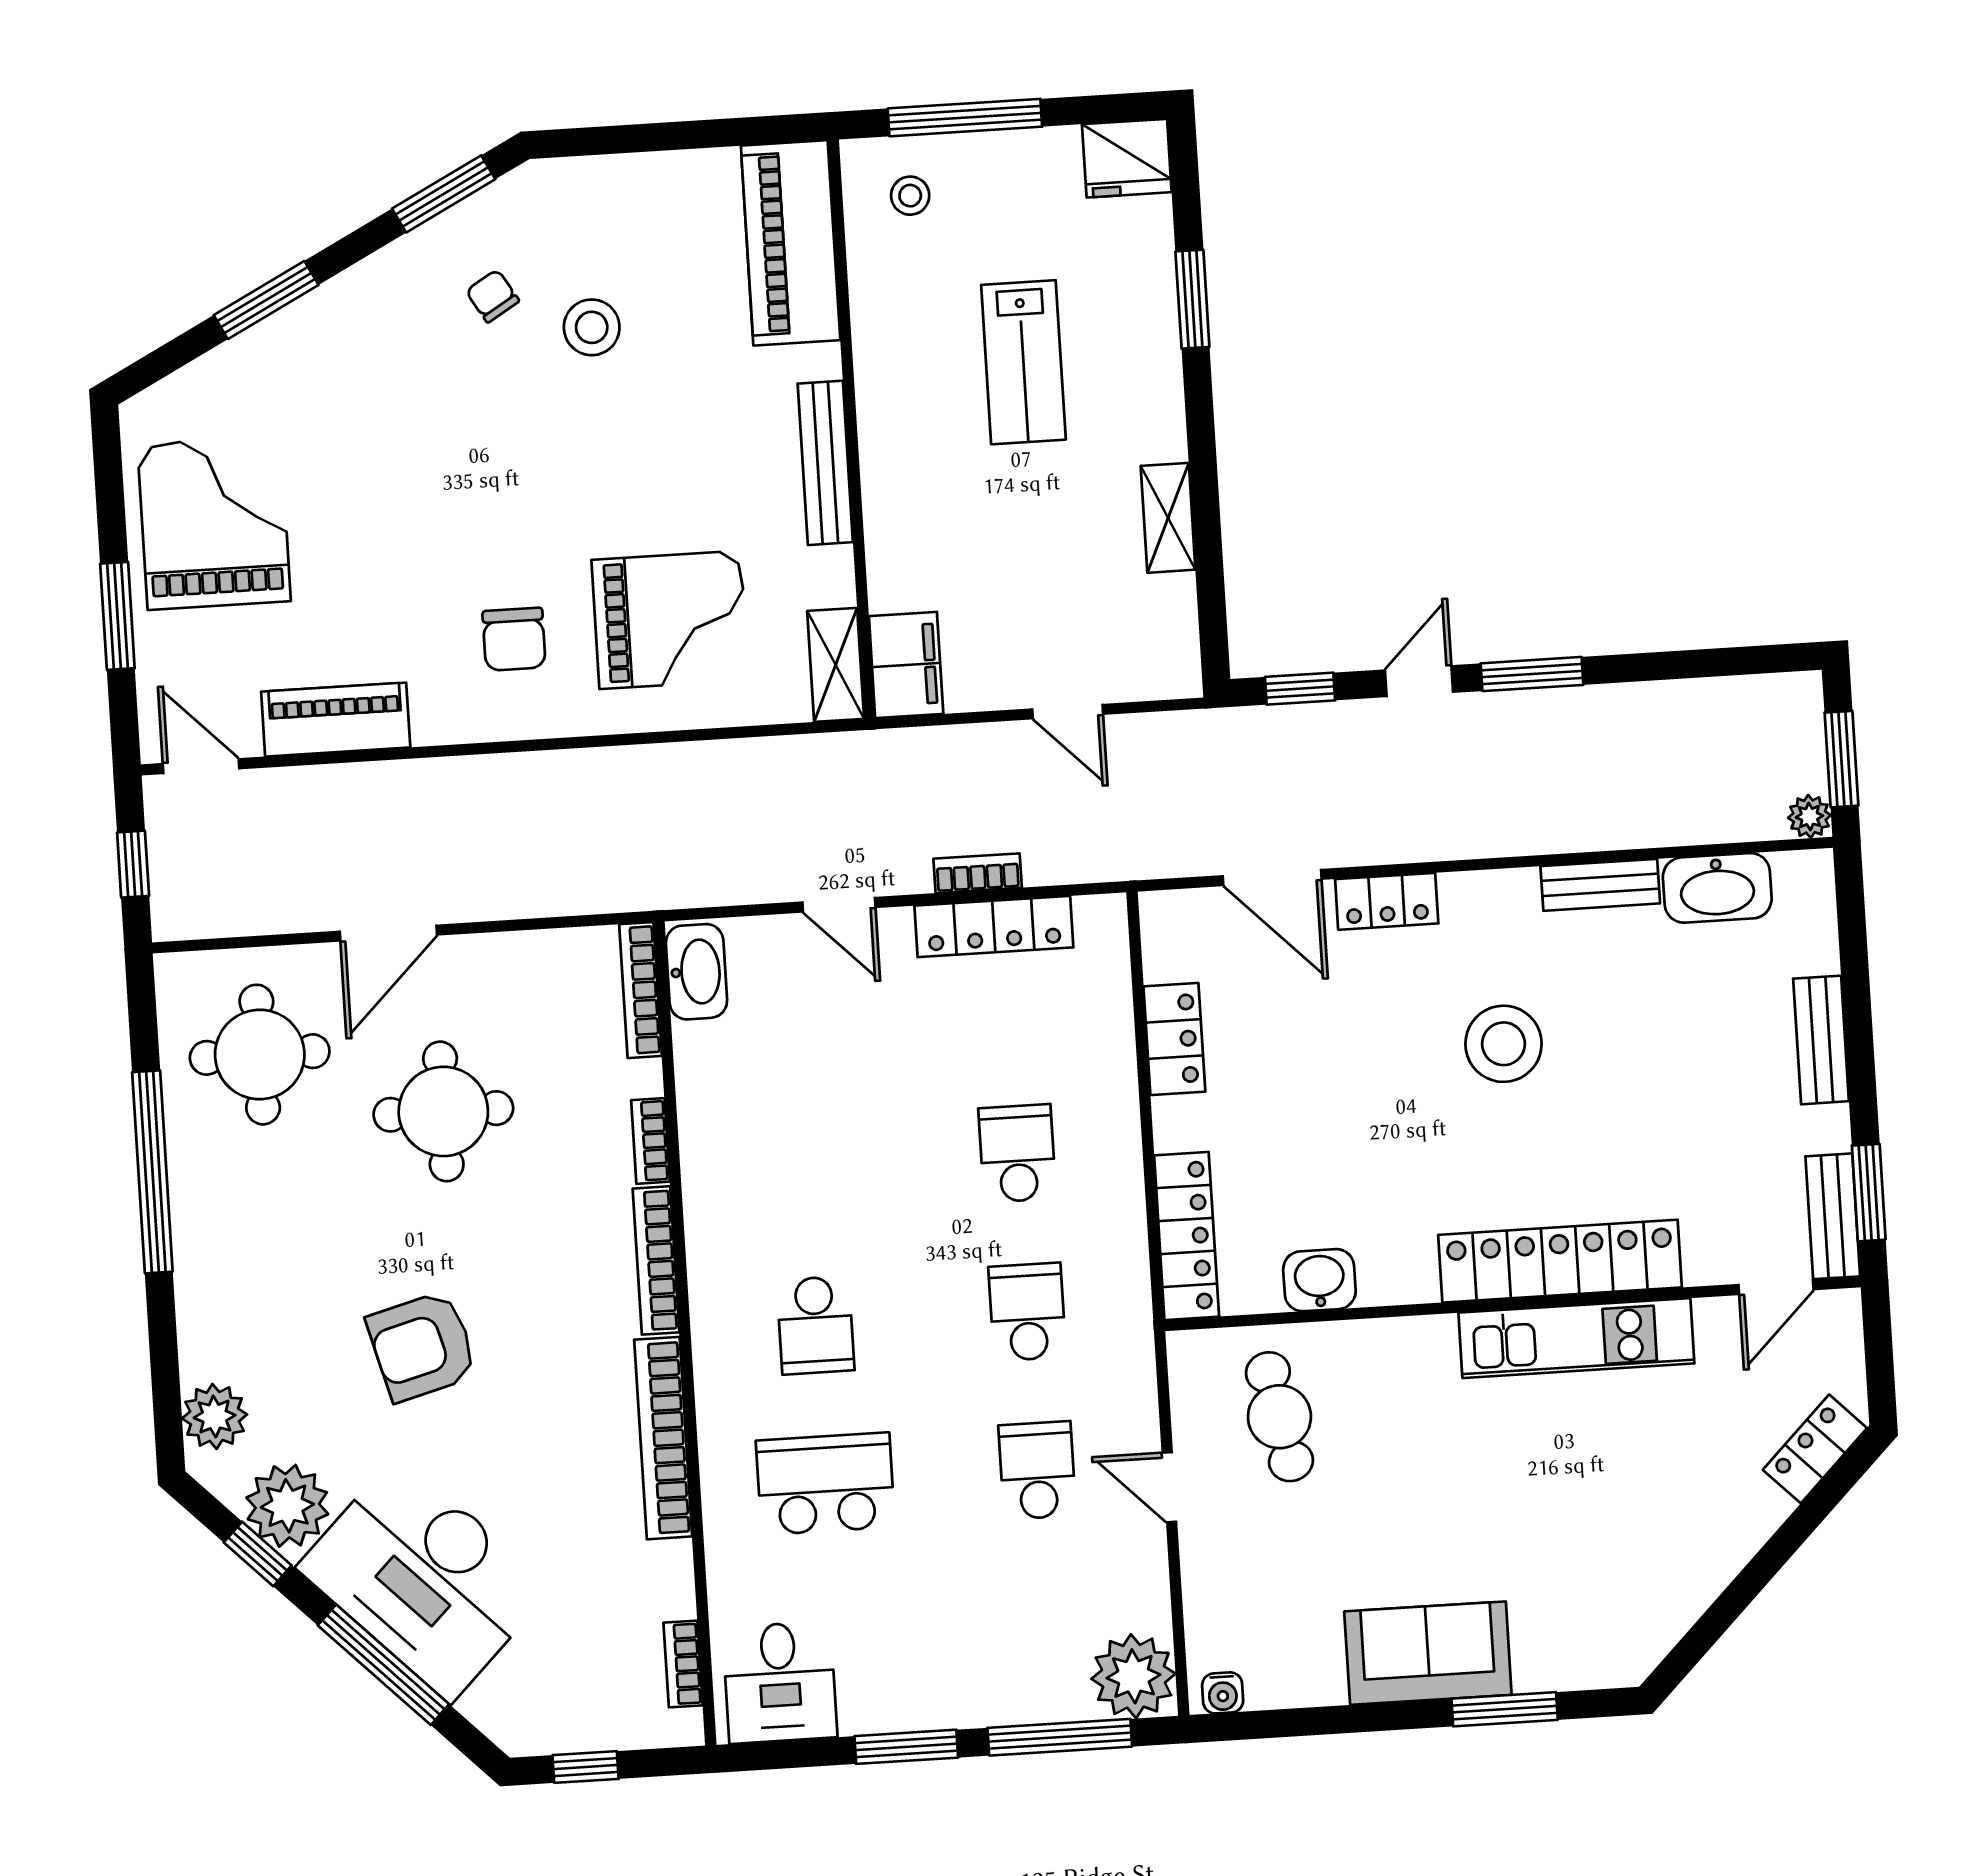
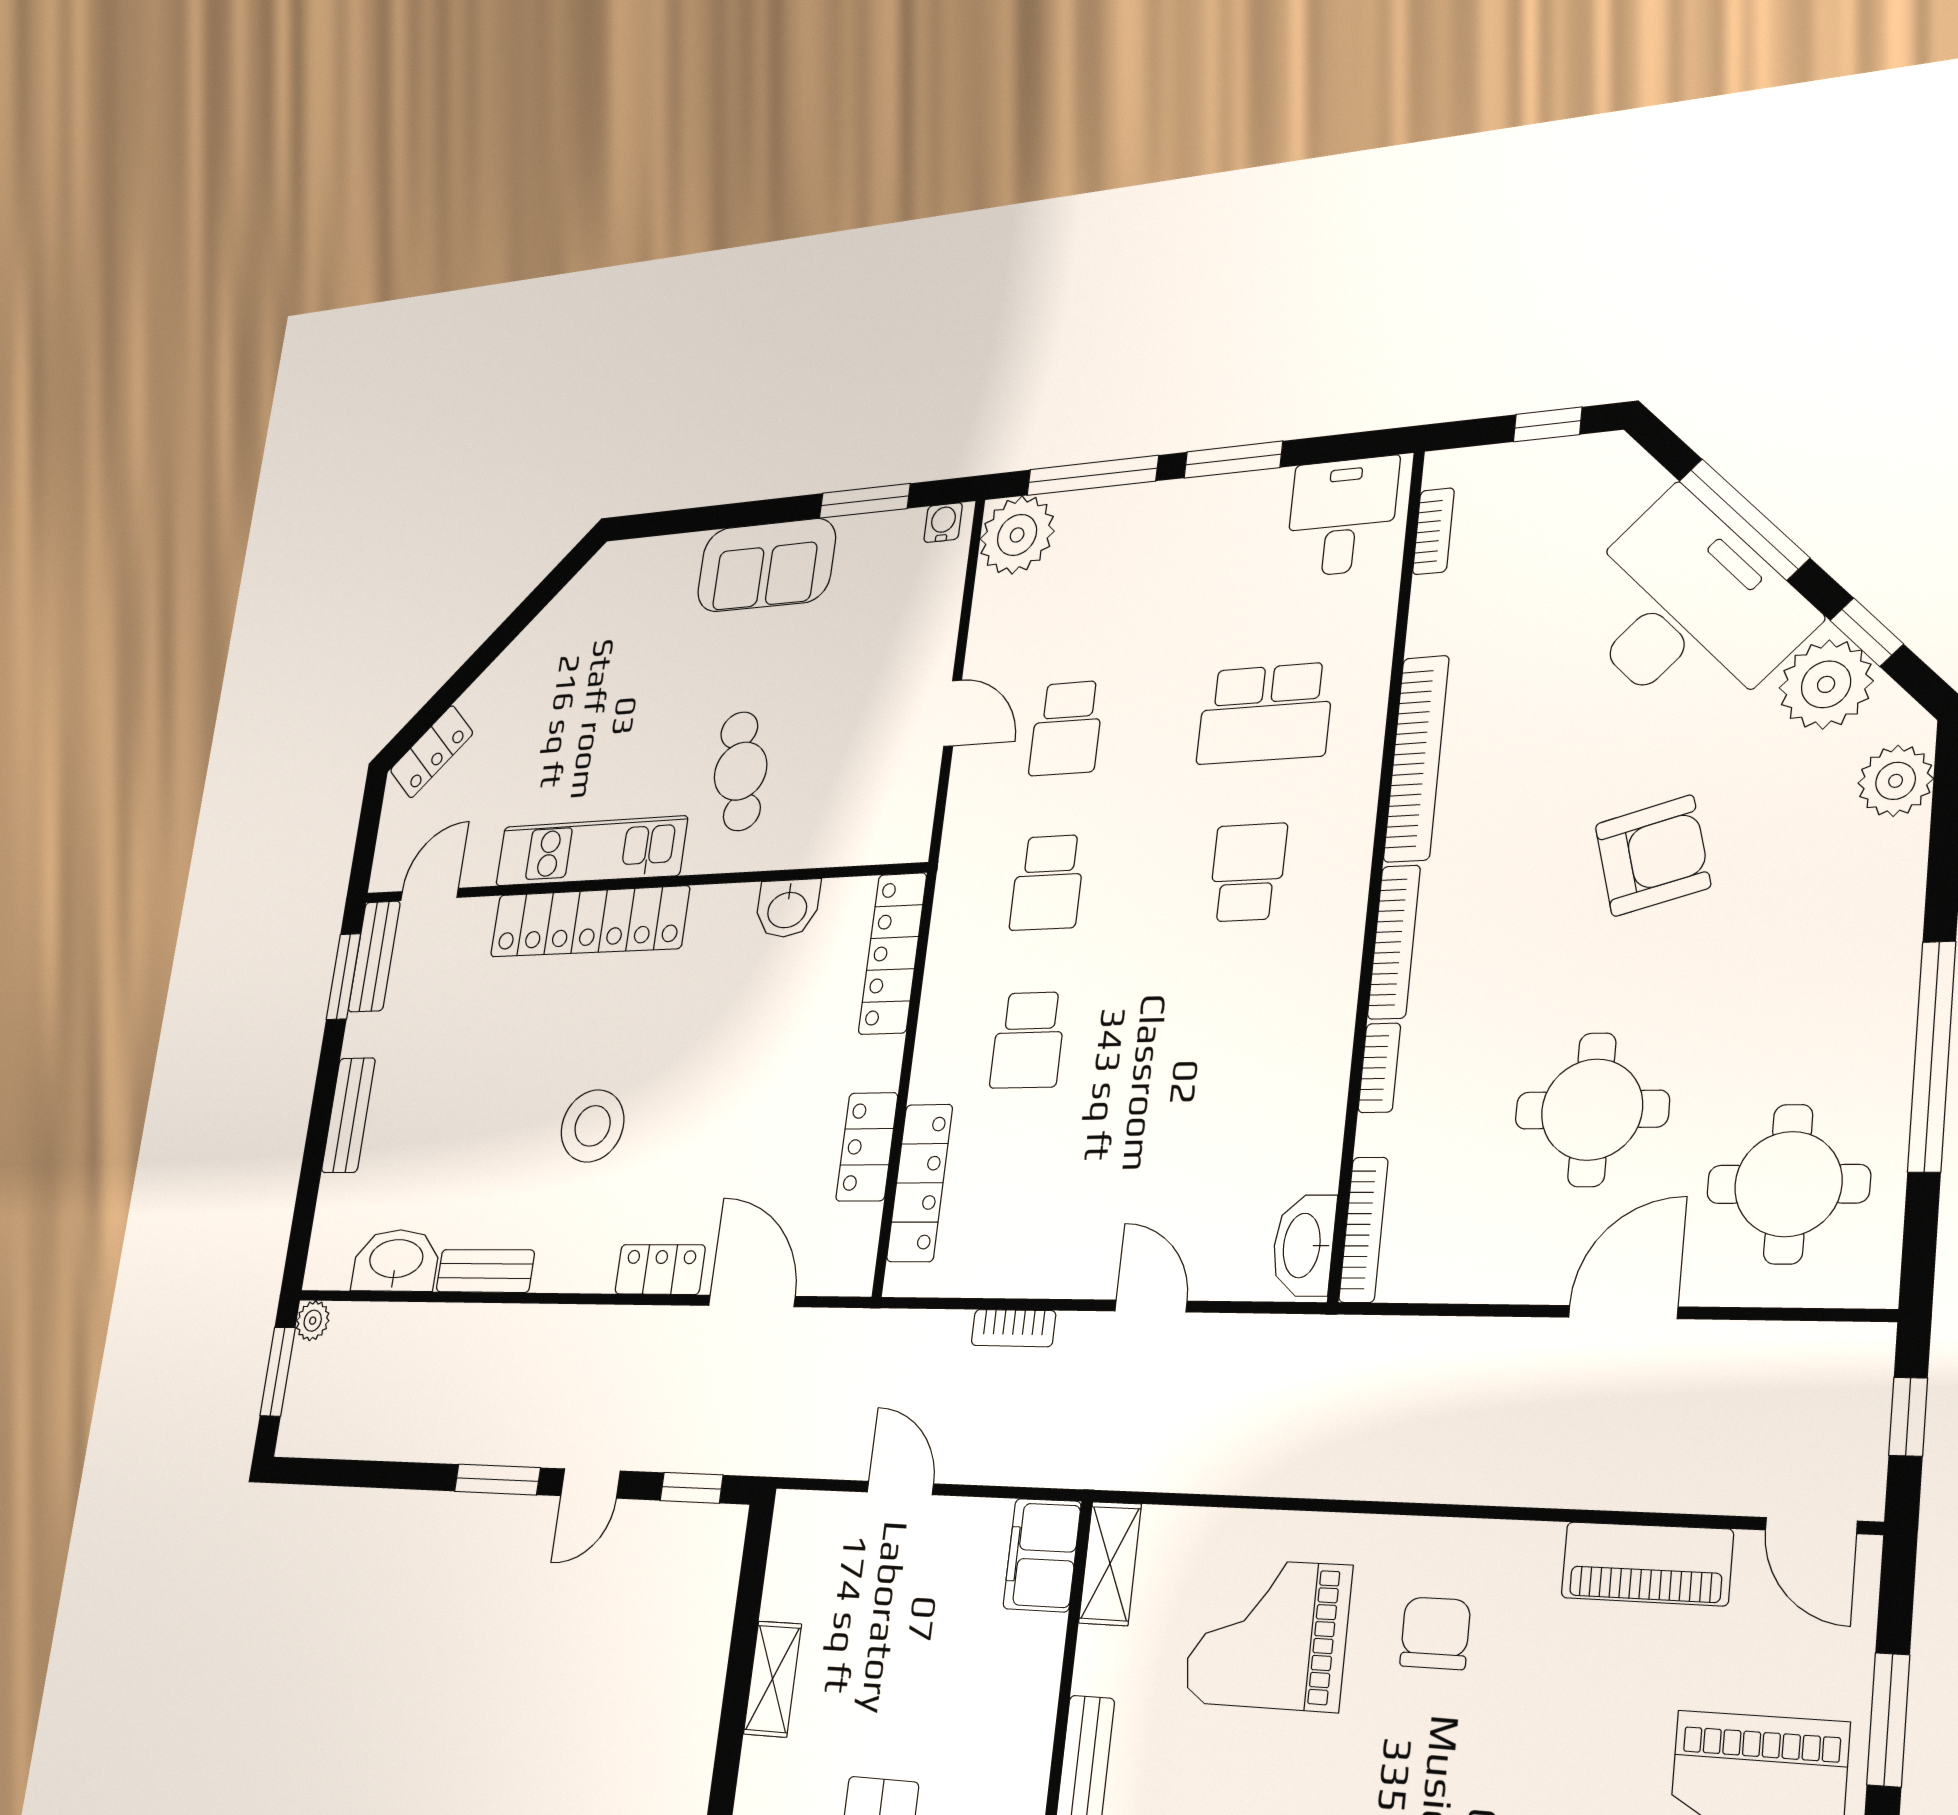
locker: (994, 927) -> (920, 1183), moved, turned 90
cafe table: (1279, 1417) -> (741, 771), moved
window: (1505, 1709) -> (865, 501), moved

